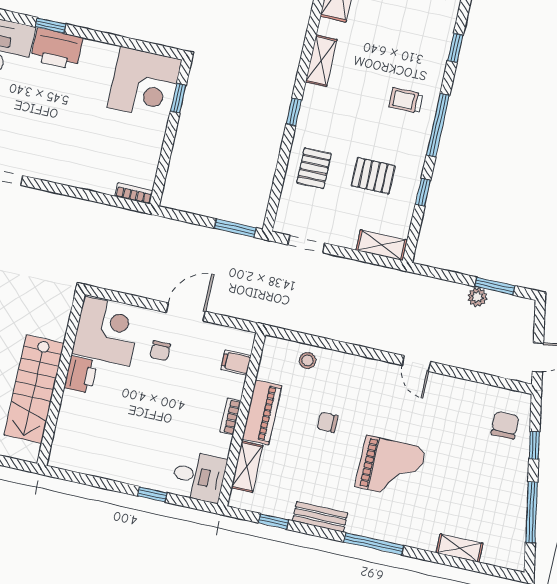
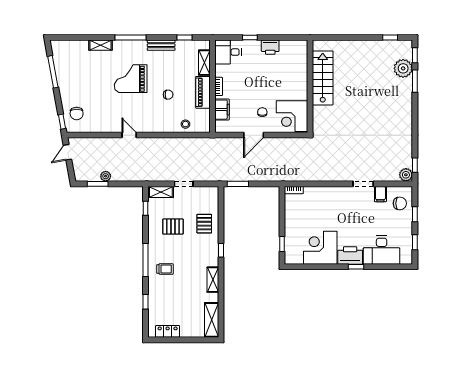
corner desk: (145, 83) -> (320, 248), moved
window: (423, 192) -> (145, 208), moved
doorway: (306, 244) -> (184, 184), moved
filing cabinet: (236, 363) -> (222, 110), width x2.00
printer: (81, 375) -> (270, 47), moved, turned -90
window: (534, 445) -> (62, 122), moved
shelving: (460, 548) -> (100, 45), moved

